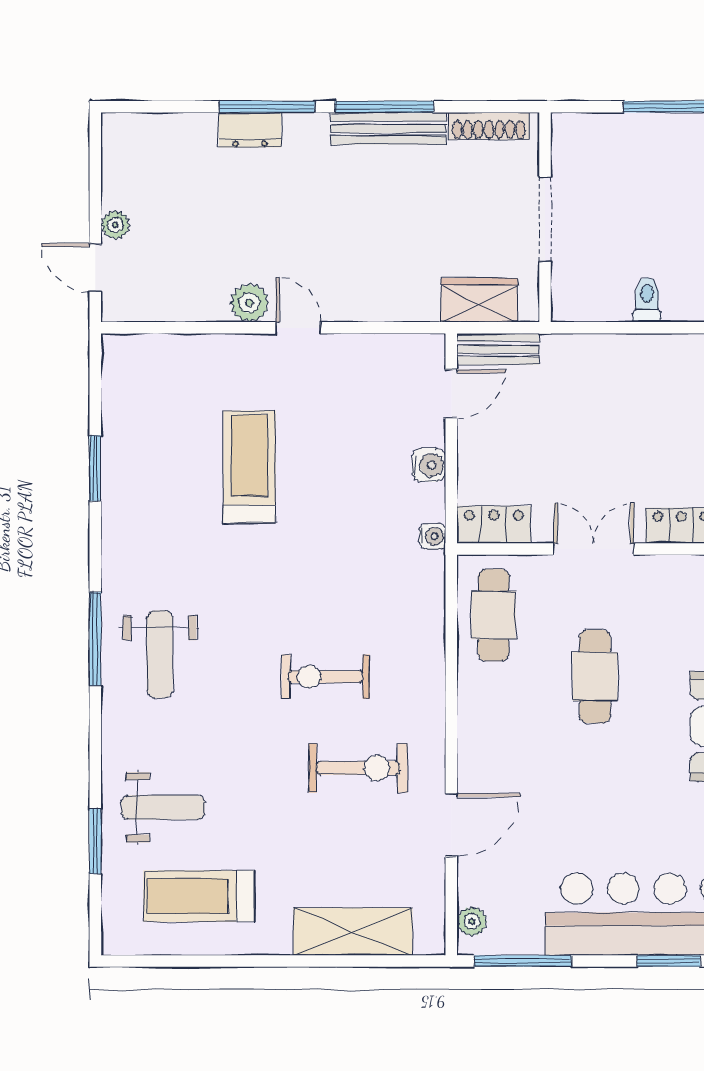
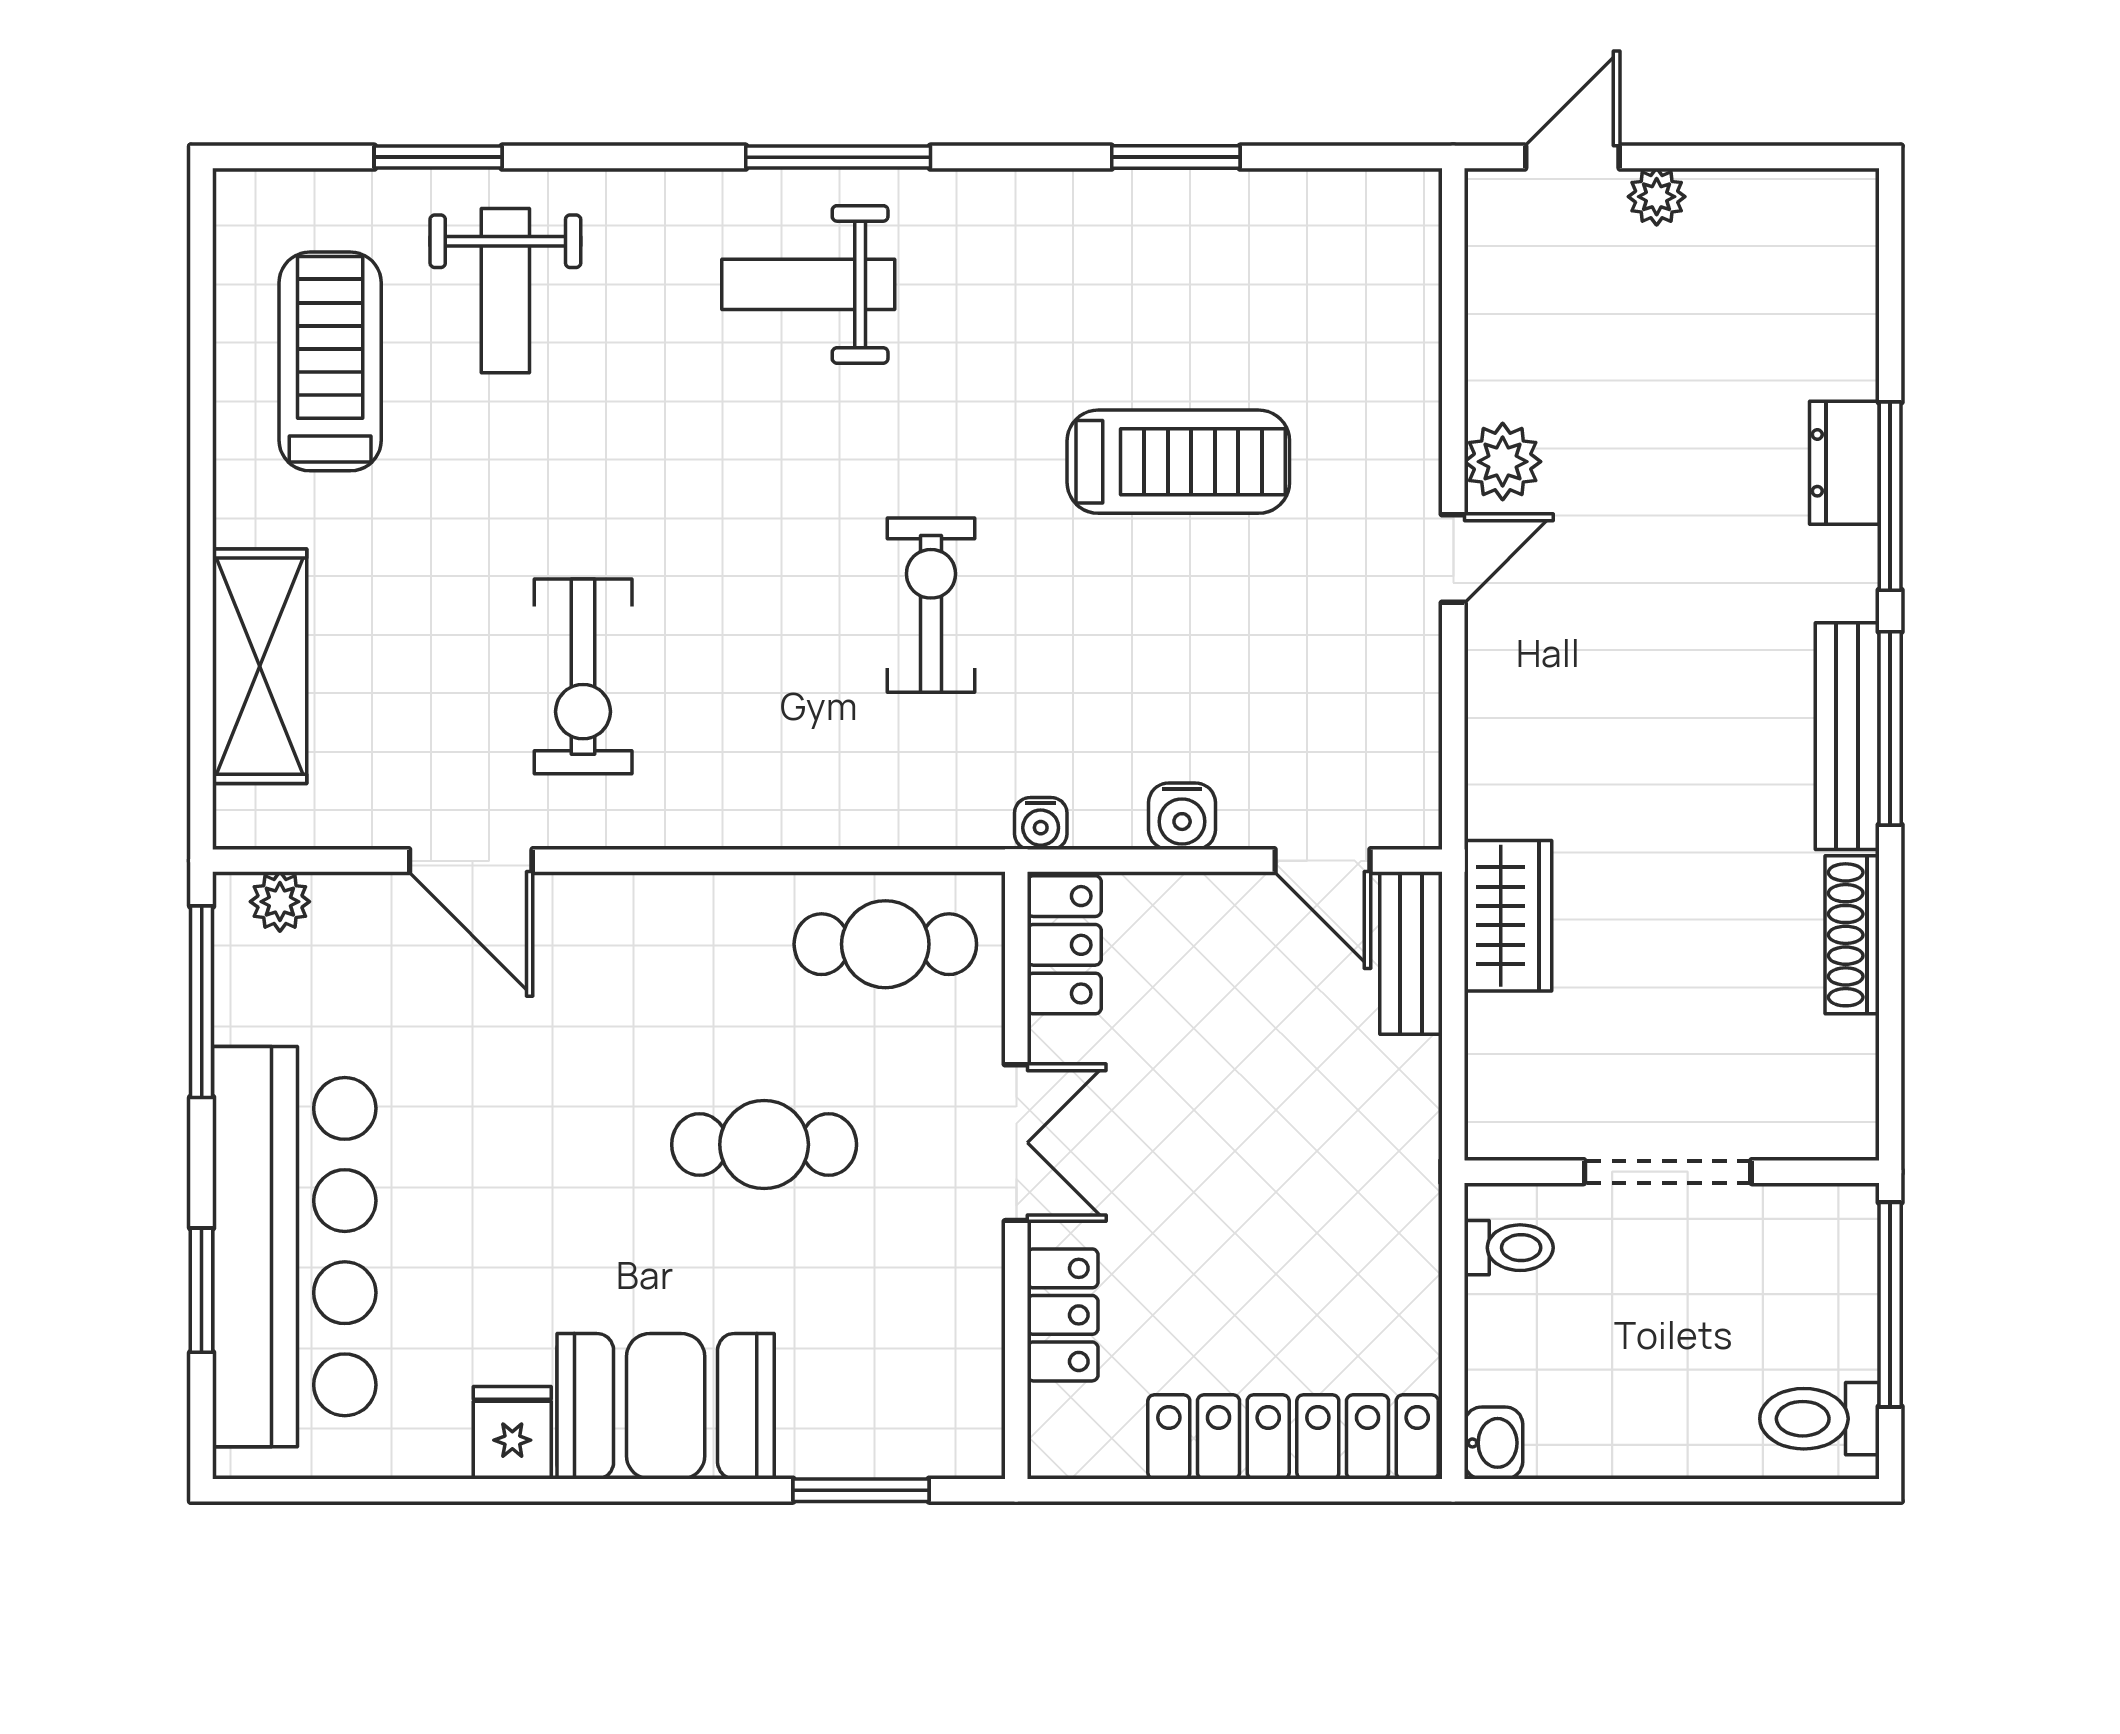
wall: (545, 217) -> (1672, 1172), moved
doorway: (545, 219) -> (1668, 1172), moved
exercise bike: (326, 677) -> (931, 605), moved

